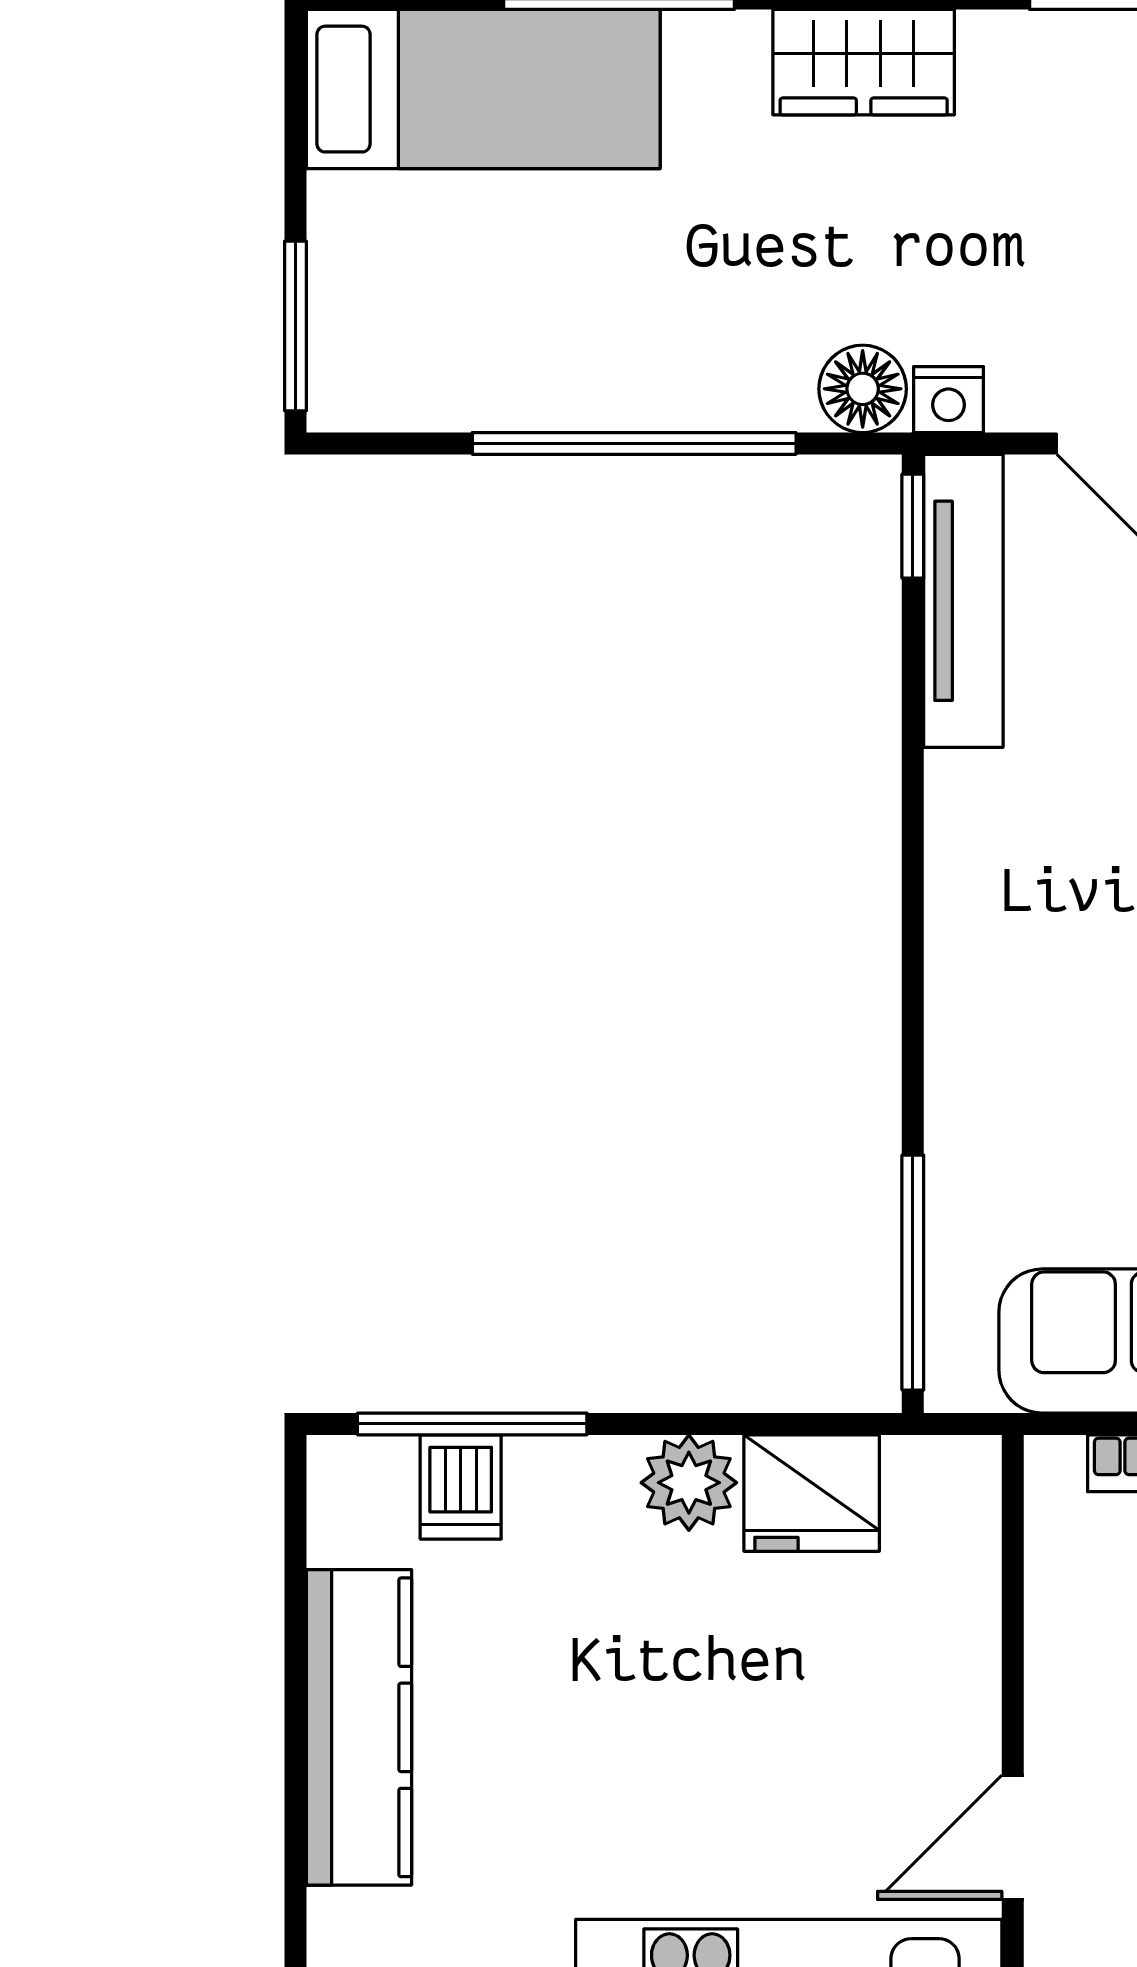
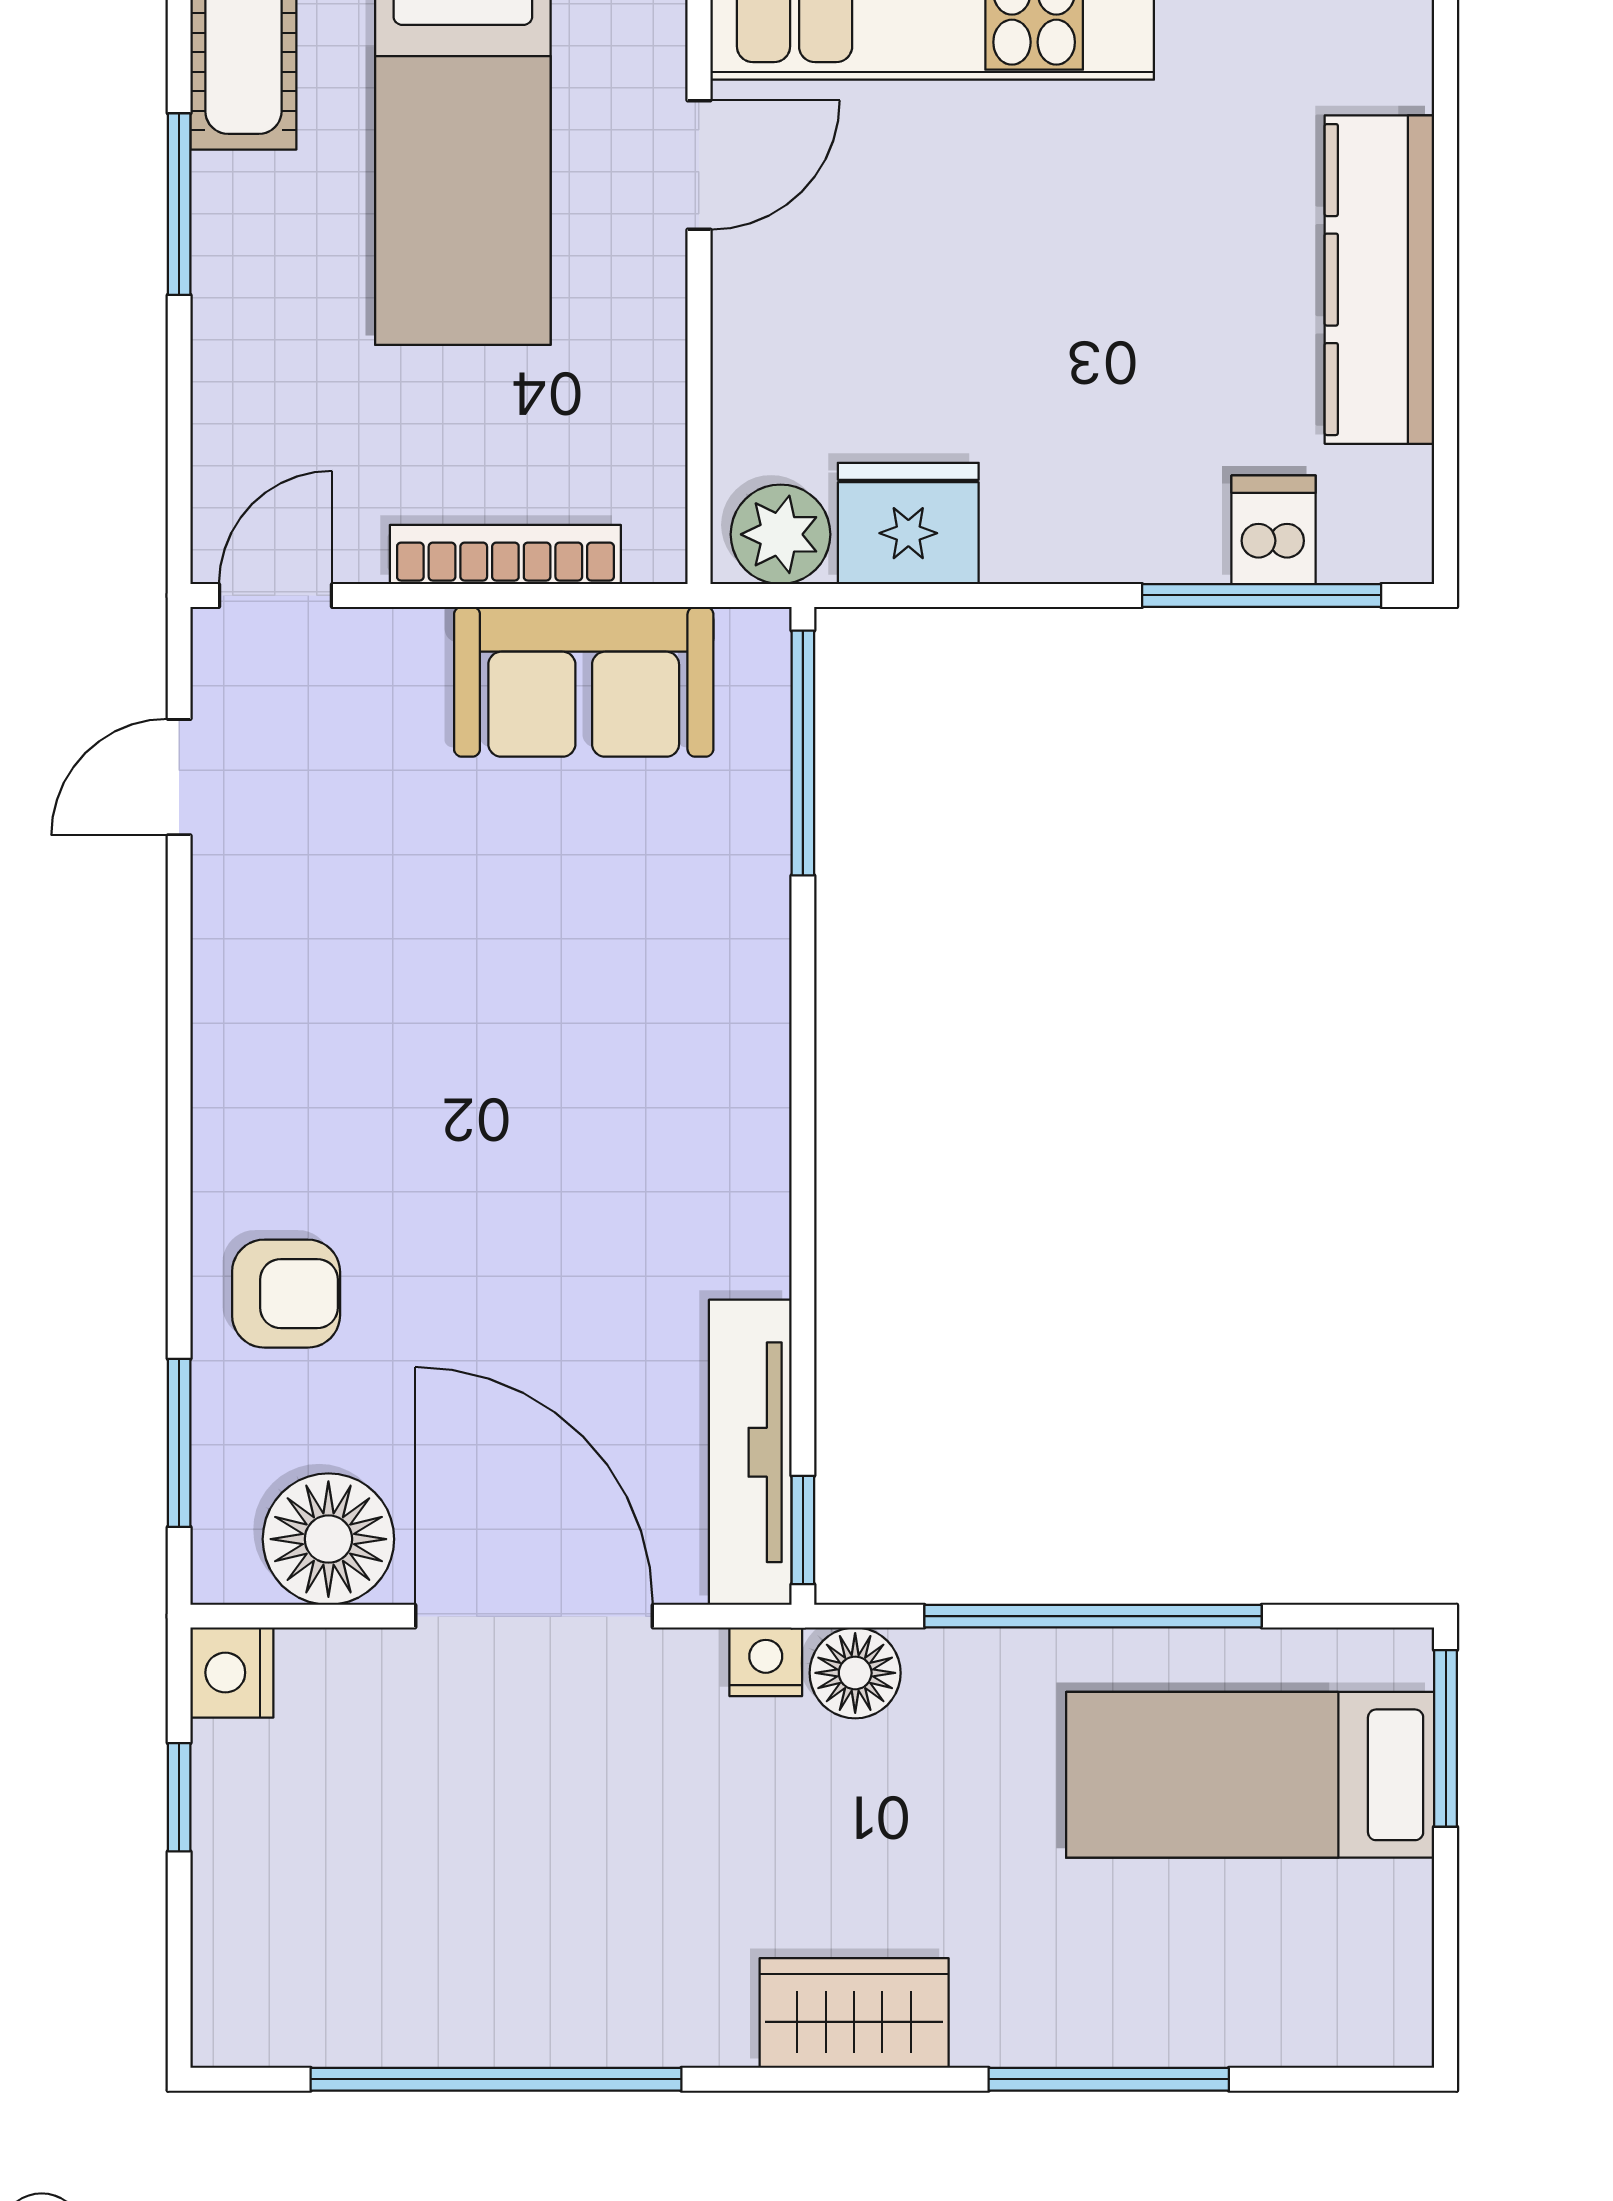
bed: (483, 89) -> (1250, 1775), moved
plant: (689, 1483) -> (780, 534), moved

